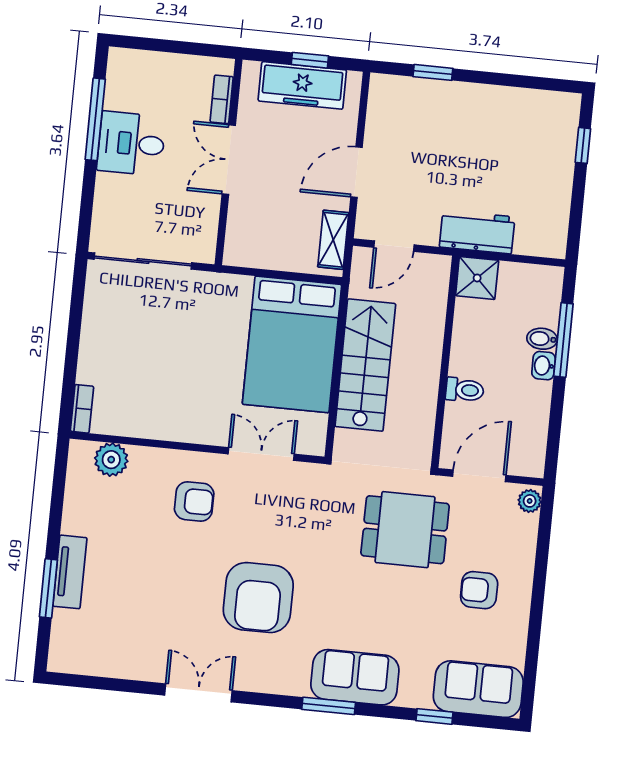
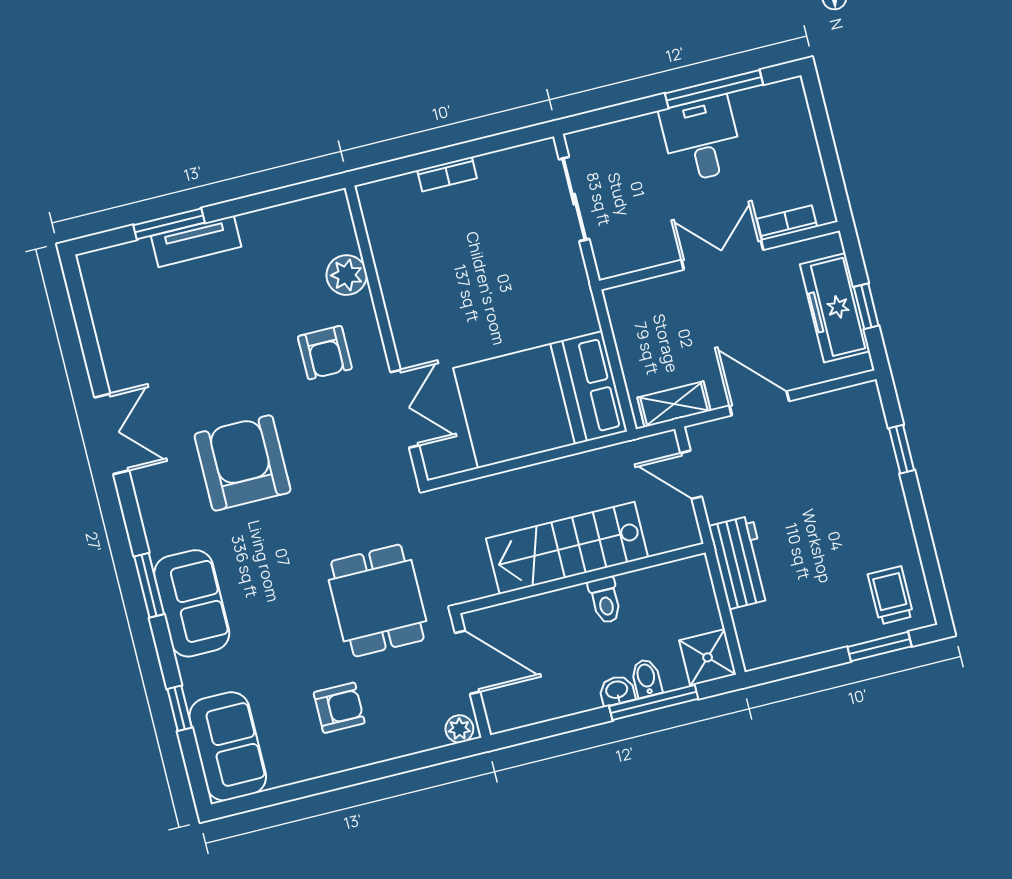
trolley: (545, 122) -> (891, 595), added
window: (583, 145) -> (880, 647), width x1.50
sliding door: (143, 261) -> (574, 199), width x0.73
shower: (477, 278) -> (708, 657), moved
stairs: (365, 365) -> (567, 548), moved, turned 180
toilet: (465, 390) -> (605, 600), moved
bookcase: (82, 409) -> (447, 174), moved
plant: (111, 460) -> (347, 275), moved
armchair: (479, 590) -> (339, 708), turned 90
armchair: (258, 598) -> (243, 463), turned 90

